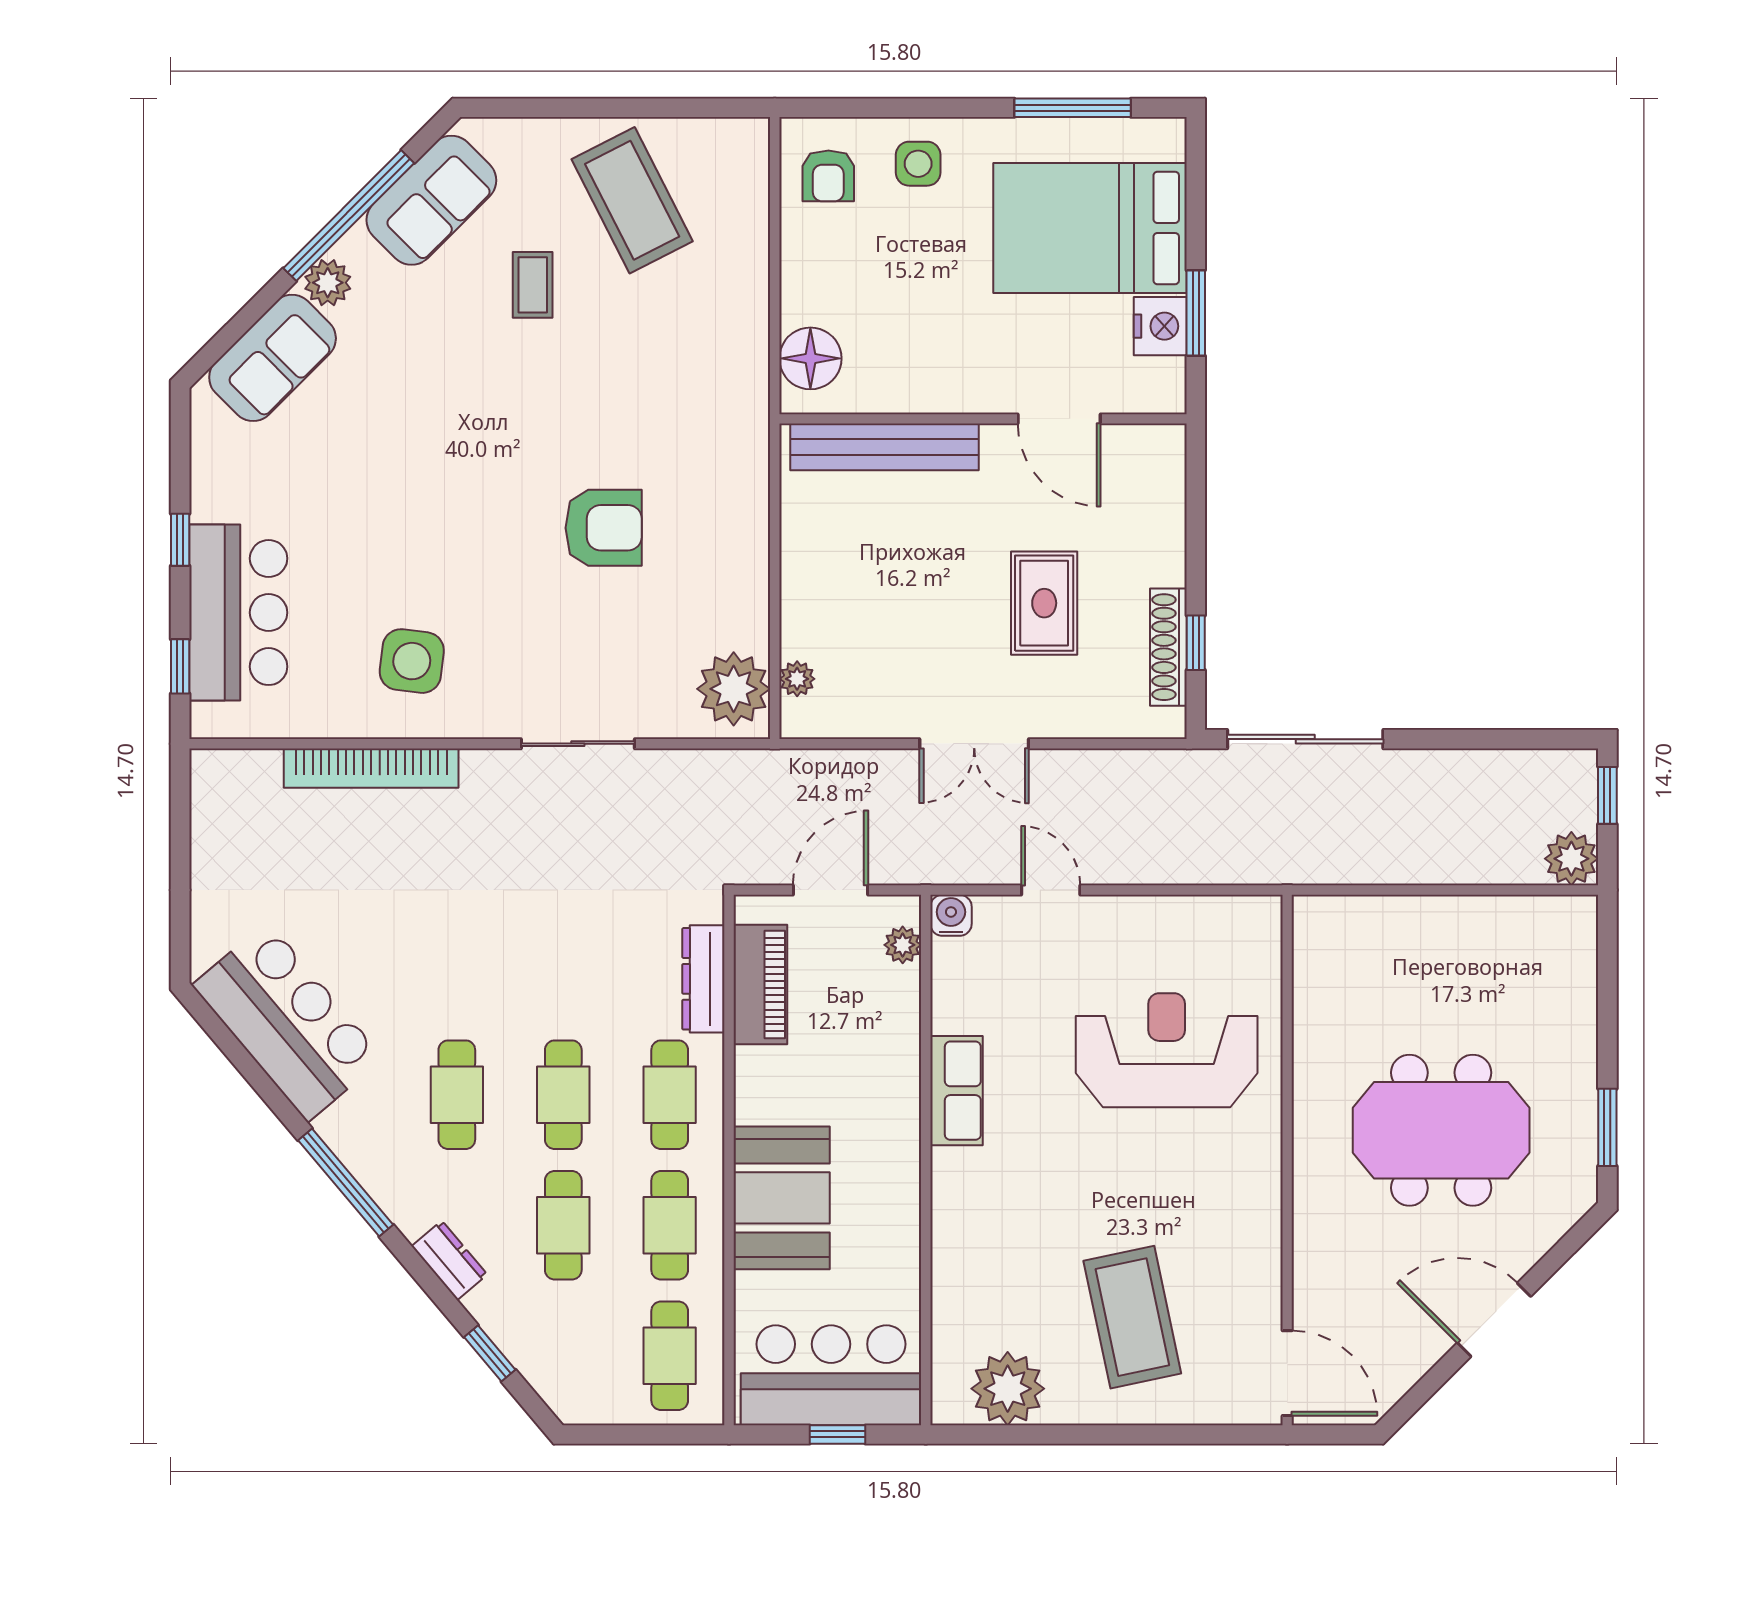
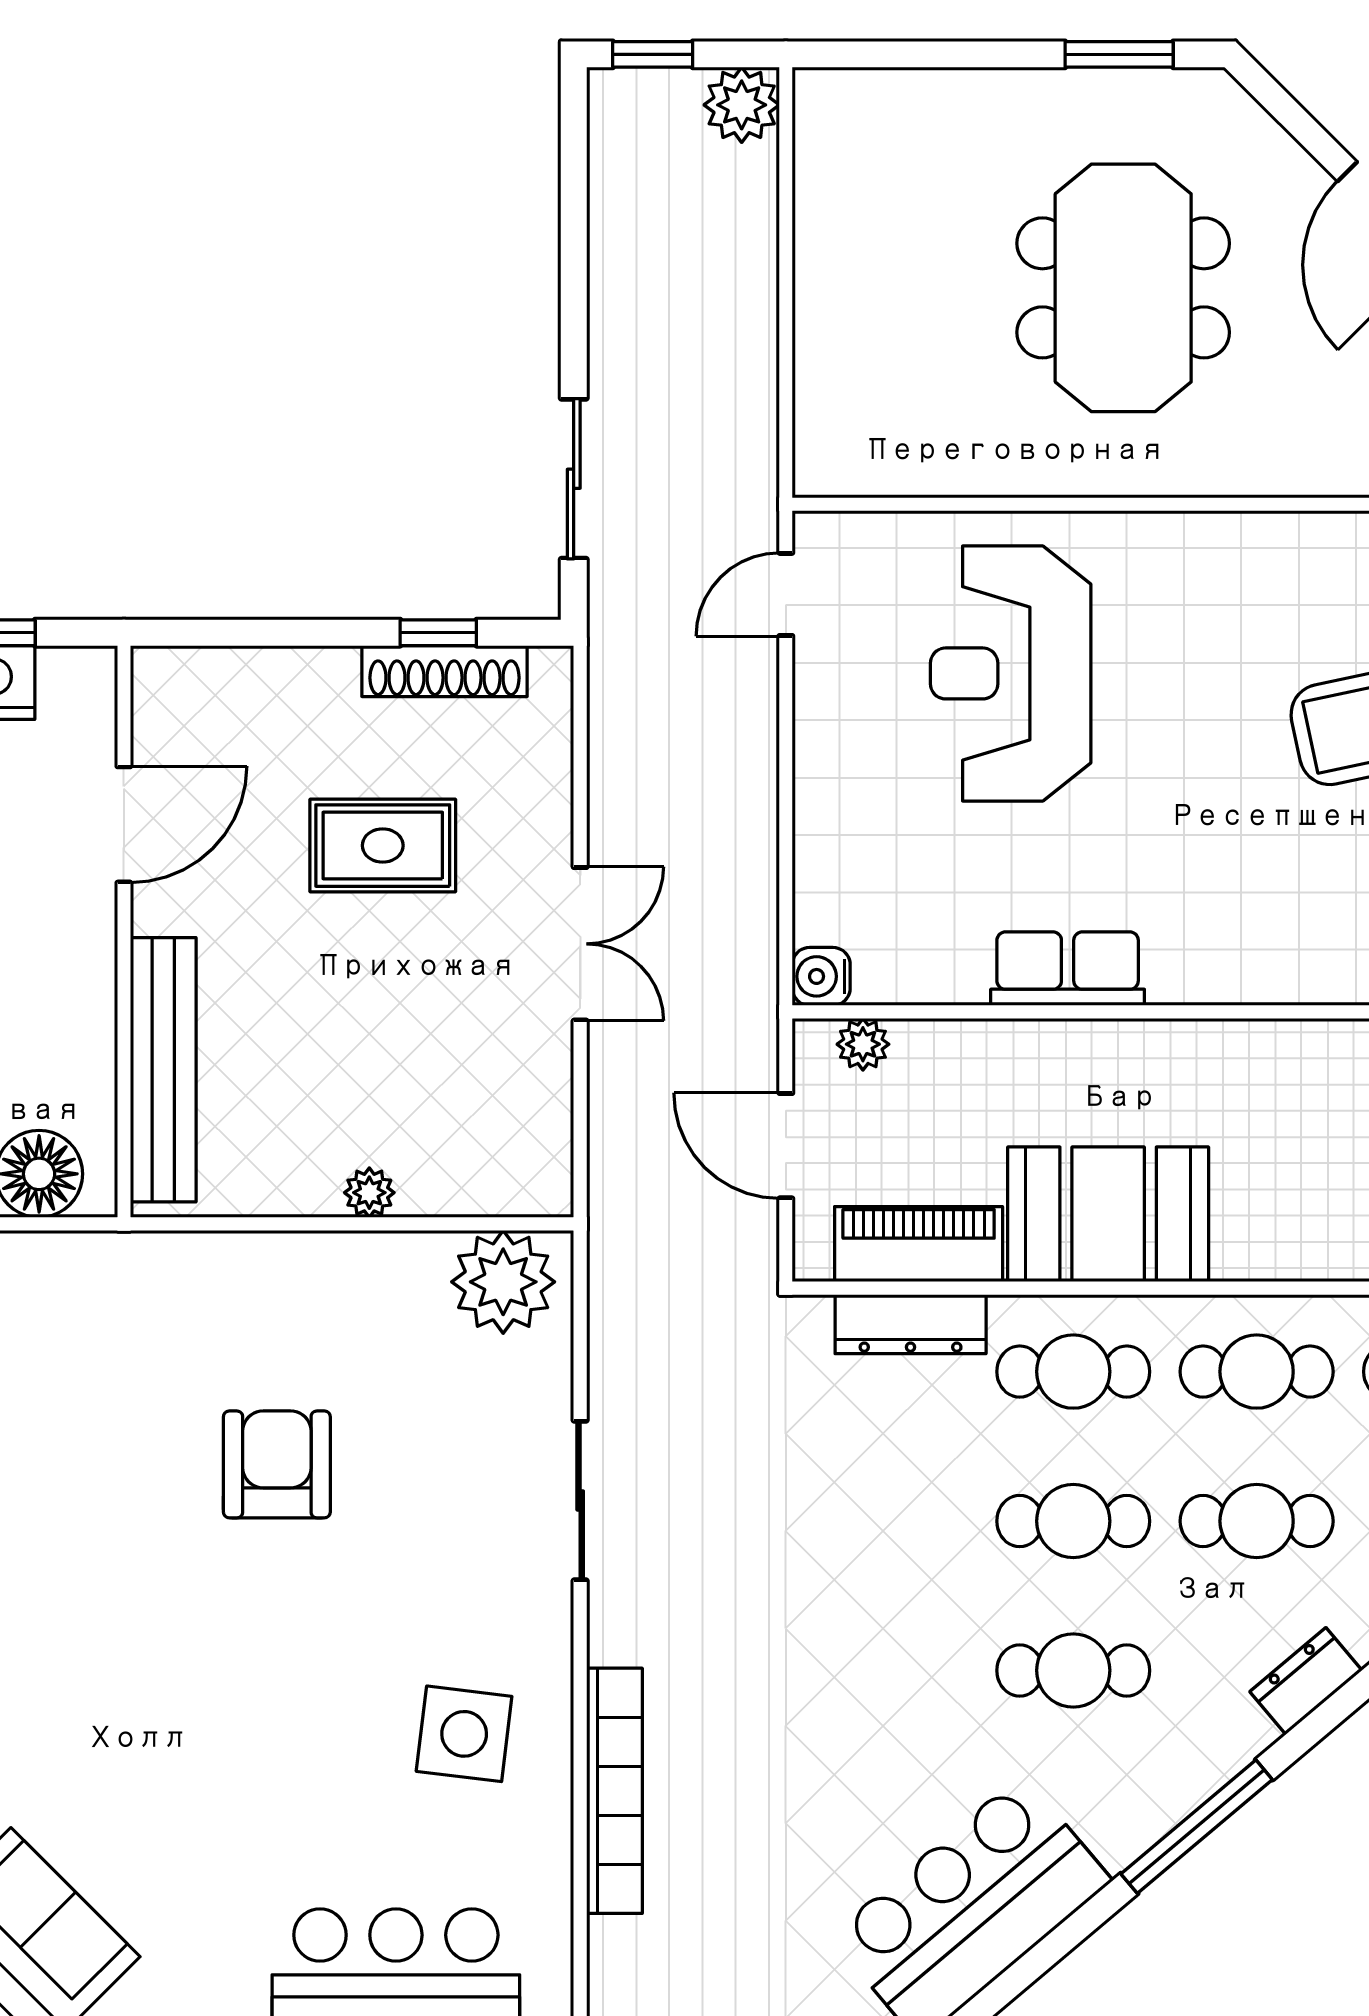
plant: (797, 679) -> (369, 1193), moved
sliding door: (1305, 739) -> (574, 479), width x0.73
door: (1051, 890) -> (786, 594), moved
booth: (782, 1198) -> (1108, 1214), moved

